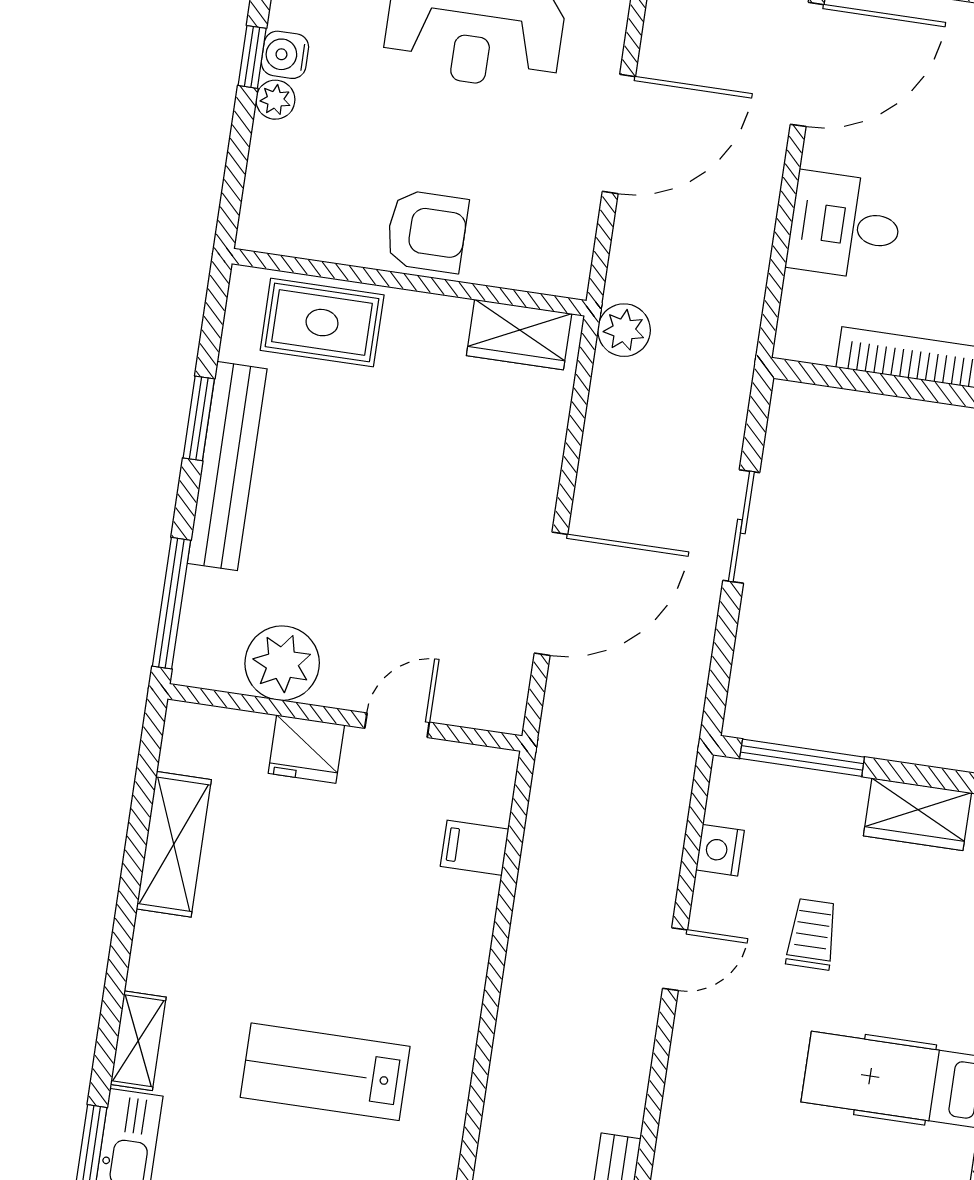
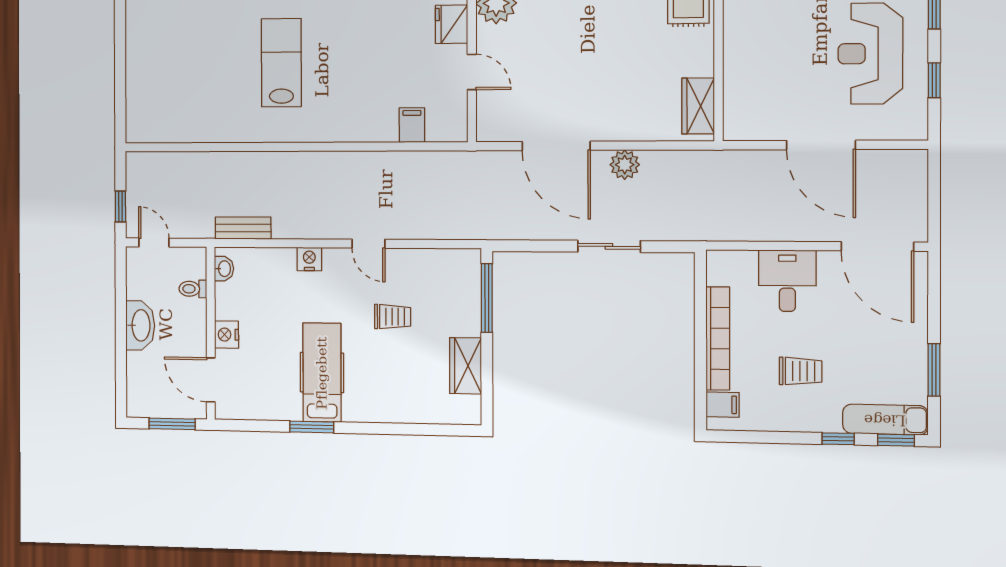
armchair: (427, 231) -> (749, 45), removed
plant: (624, 330) -> (625, 165), moved
nightstand: (720, 850) -> (309, 259), moved

